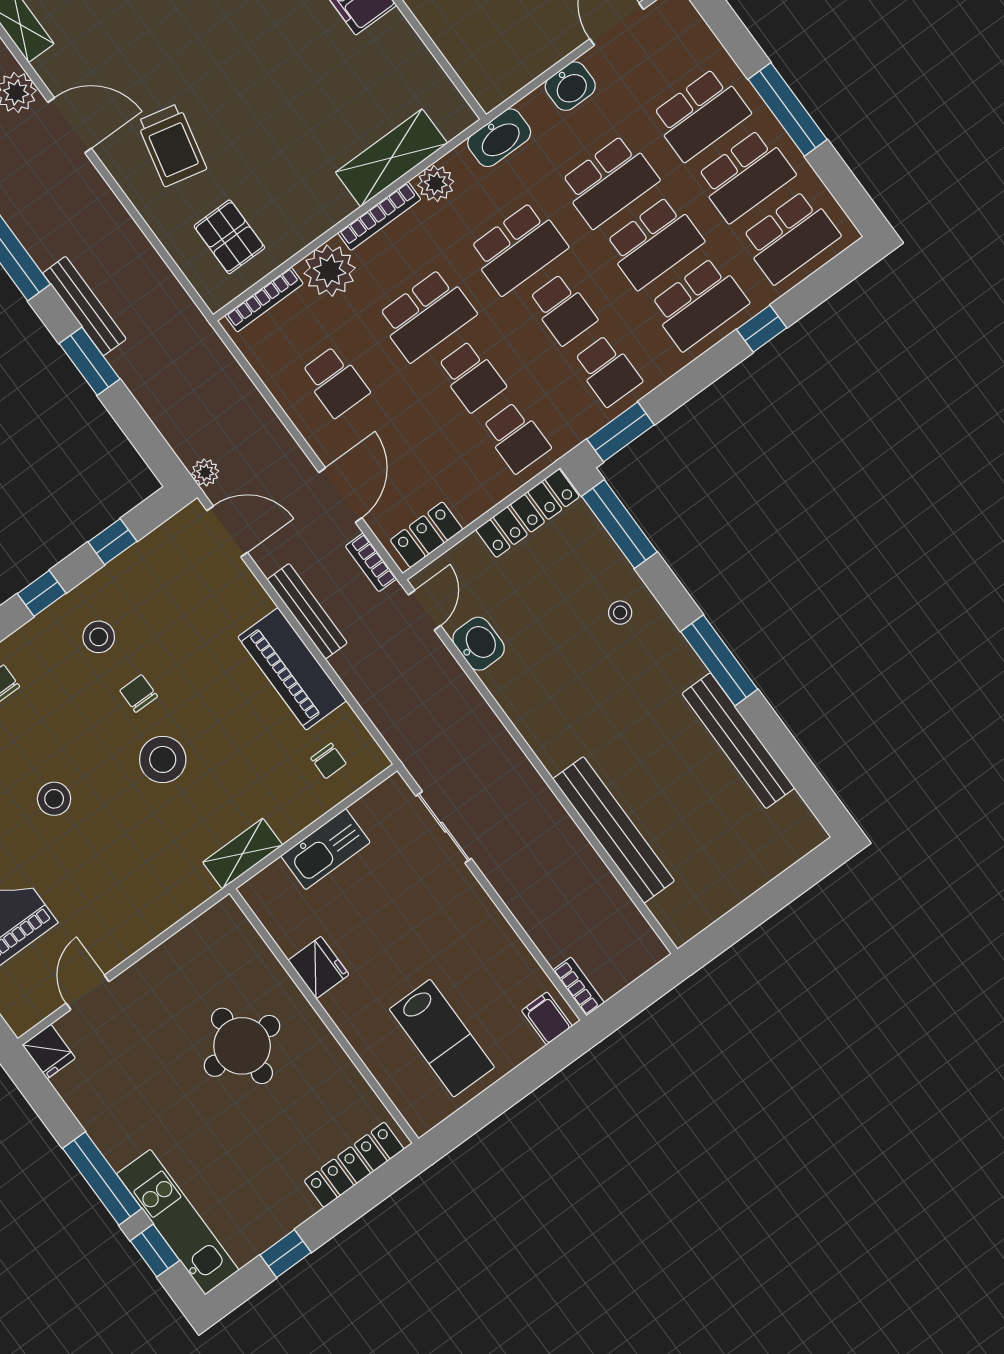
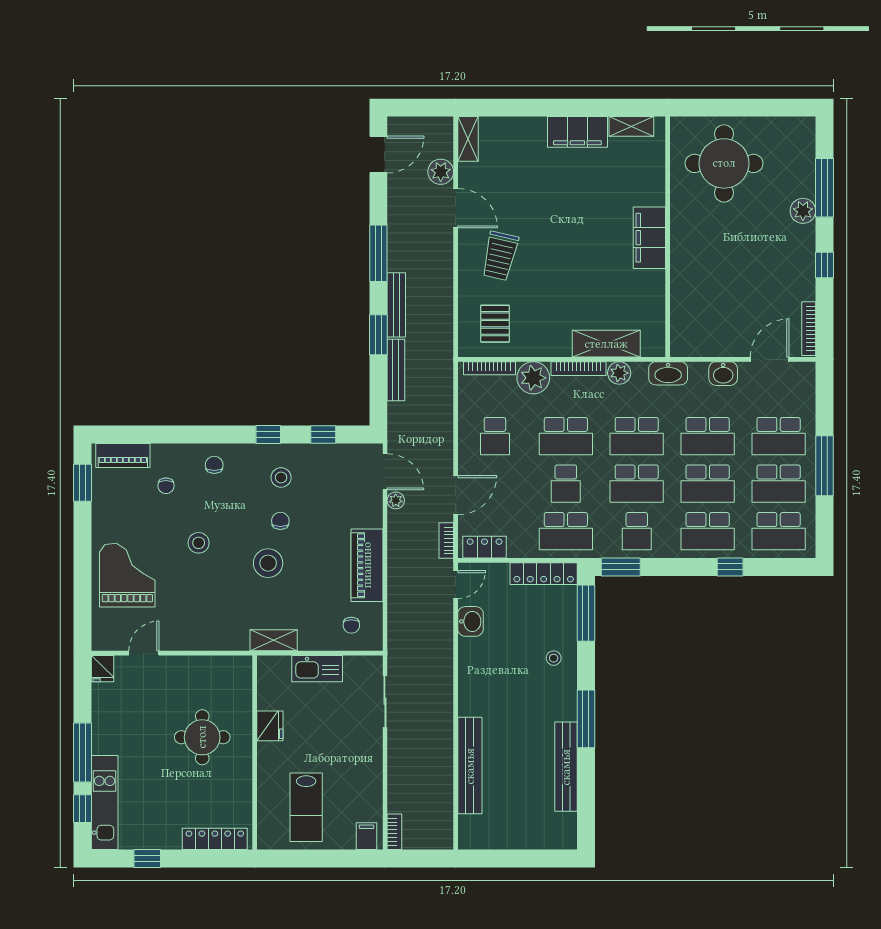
school desk: (563, 309) -> (637, 484), width x1.85
school desk: (516, 438) -> (566, 531), width x1.85
plant: (205, 472) -> (396, 500), moved
bench: (307, 611) -> (396, 370), moved

